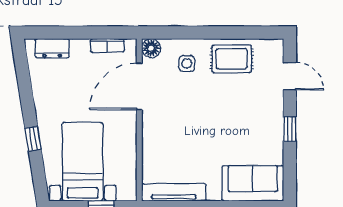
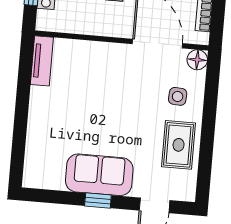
sofa: (253, 183) -> (99, 175), moved, turned -90
tv unit: (174, 192) -> (42, 61), width x0.71

